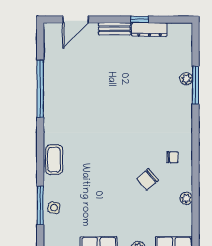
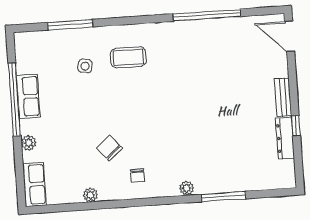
door: (76, 20) -> (290, 36), moved
plant: (186, 79) -> (187, 188), moved
coffee table: (54, 160) -> (128, 57), moved
side table: (54, 208) -> (85, 66), moved

